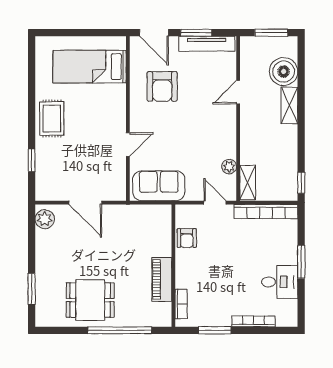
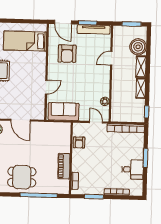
shelving: (248, 183) -> (141, 88), moved

